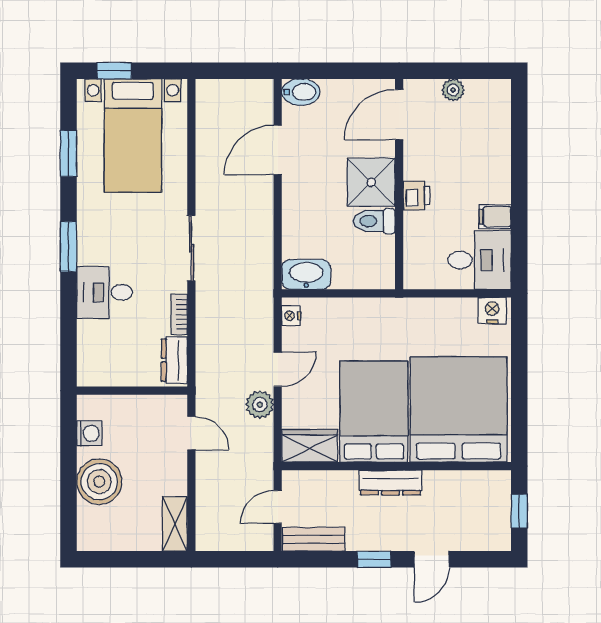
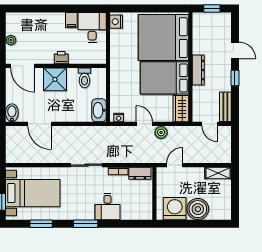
toilet: (374, 221) -> (85, 78), moved
washing machine: (89, 433) -> (175, 209), width x1.89, depth x1.89

